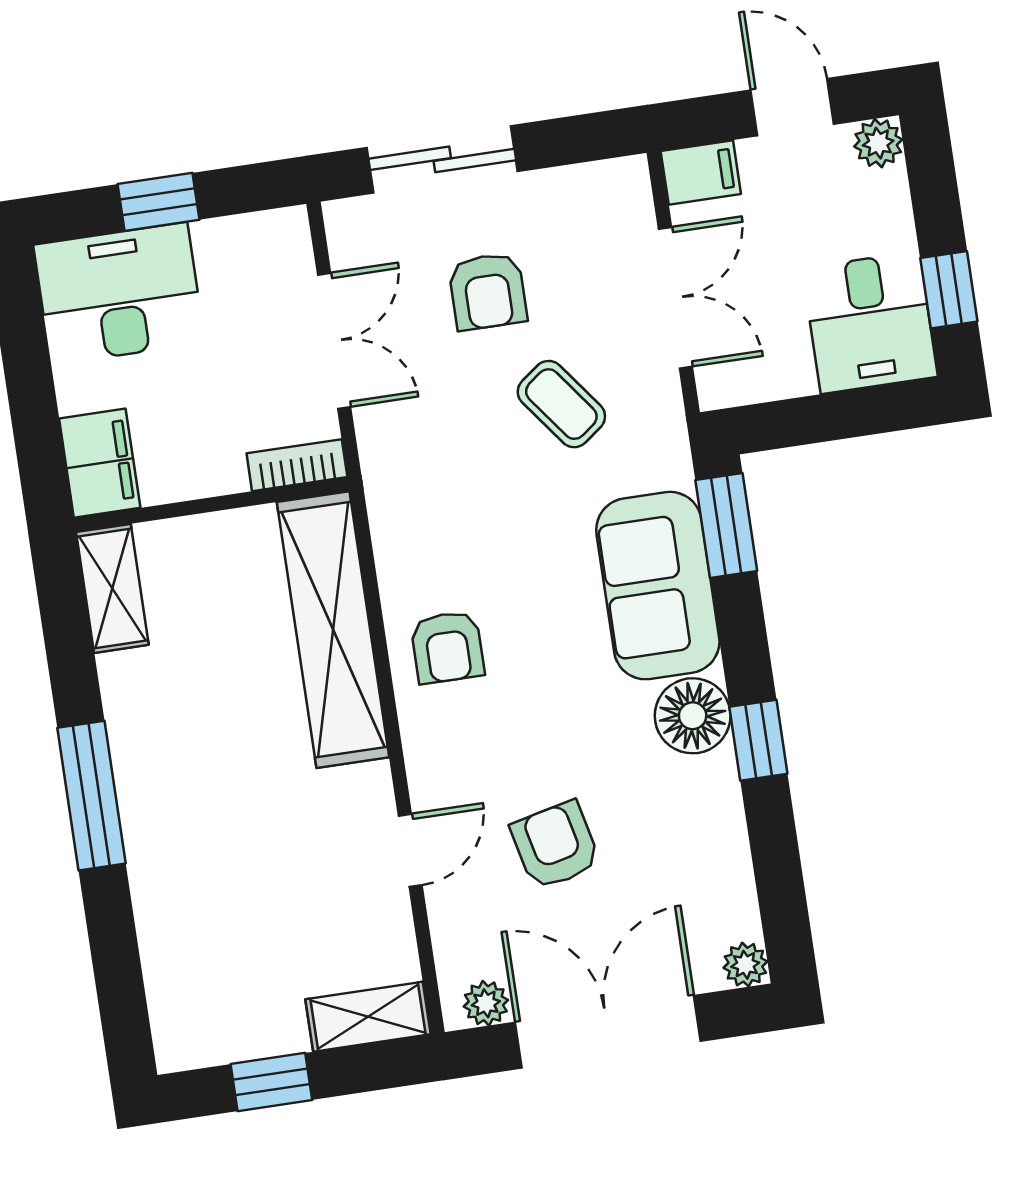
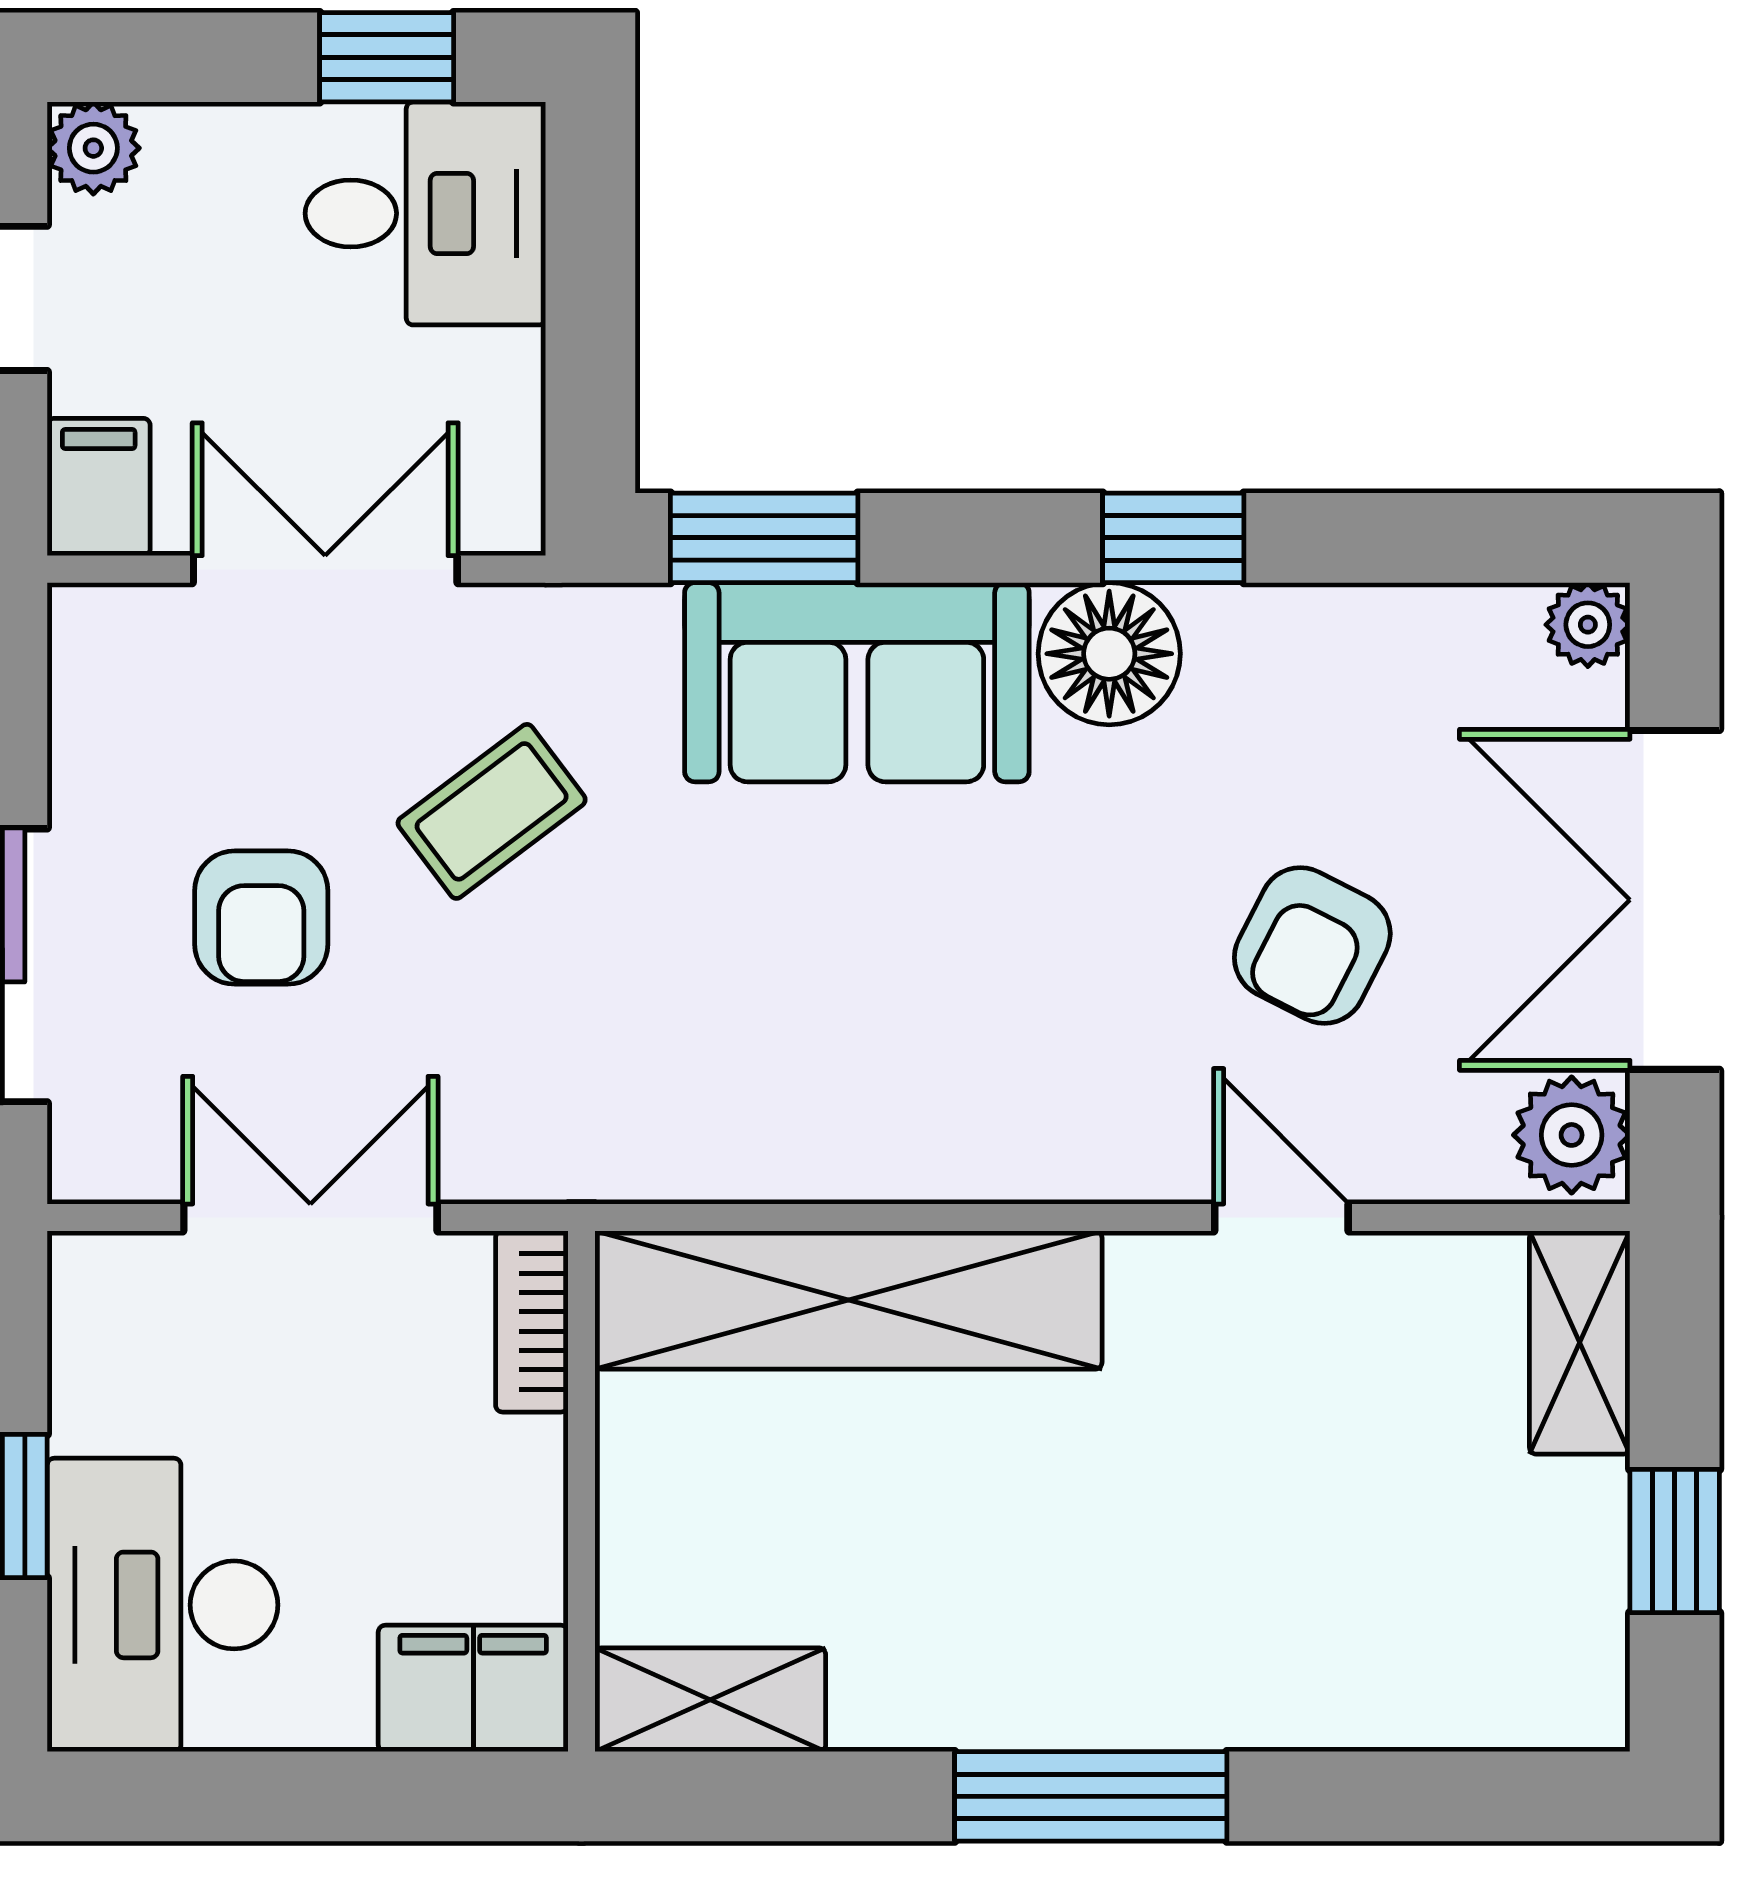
armchair: (488, 291) -> (261, 918), turned 90
armchair: (447, 647) -> (913, 1092), removed
armchair: (555, 845) -> (1312, 946), turned -50
plant: (486, 1003) -> (1572, 1135), width x1.38, depth x1.38

